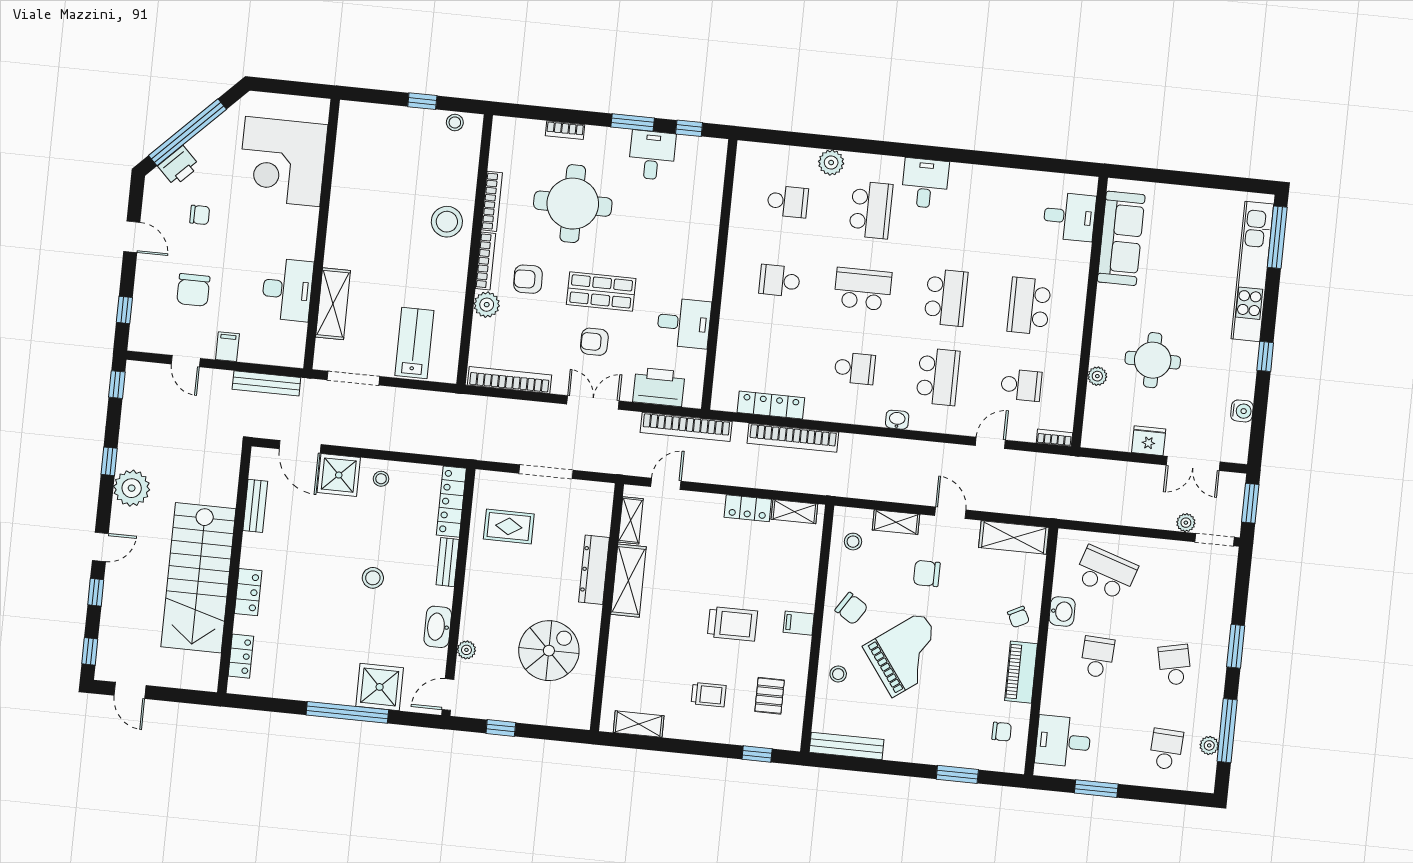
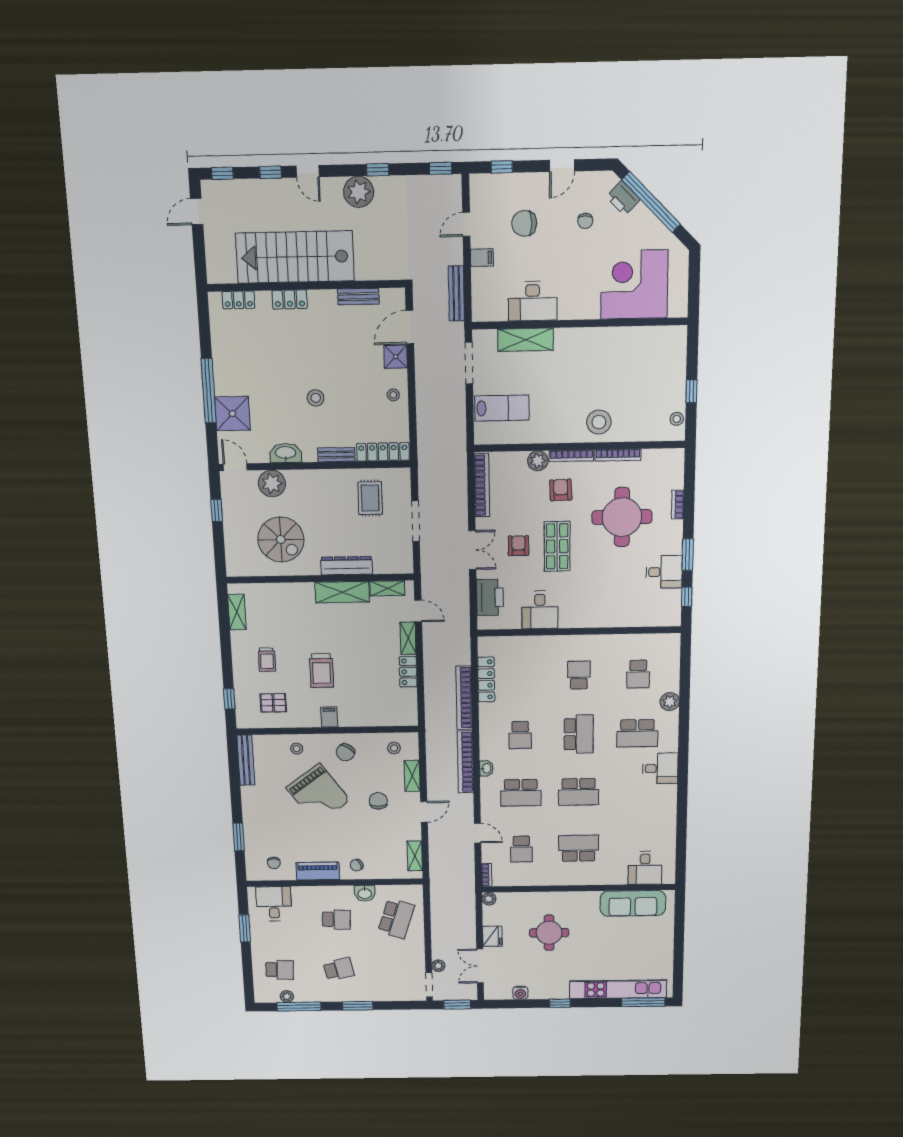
plant: (1097, 376) -> (489, 899), moved
bookcase: (686, 427) -> (465, 762), moved
shower: (339, 475) -> (396, 357), width x0.73, depth x0.73
shelving: (794, 512) -> (408, 638), moved
shelving: (1014, 537) -> (415, 856), width x0.67, depth x0.75
plant: (466, 650) -> (272, 483), width x1.87, depth x1.87

